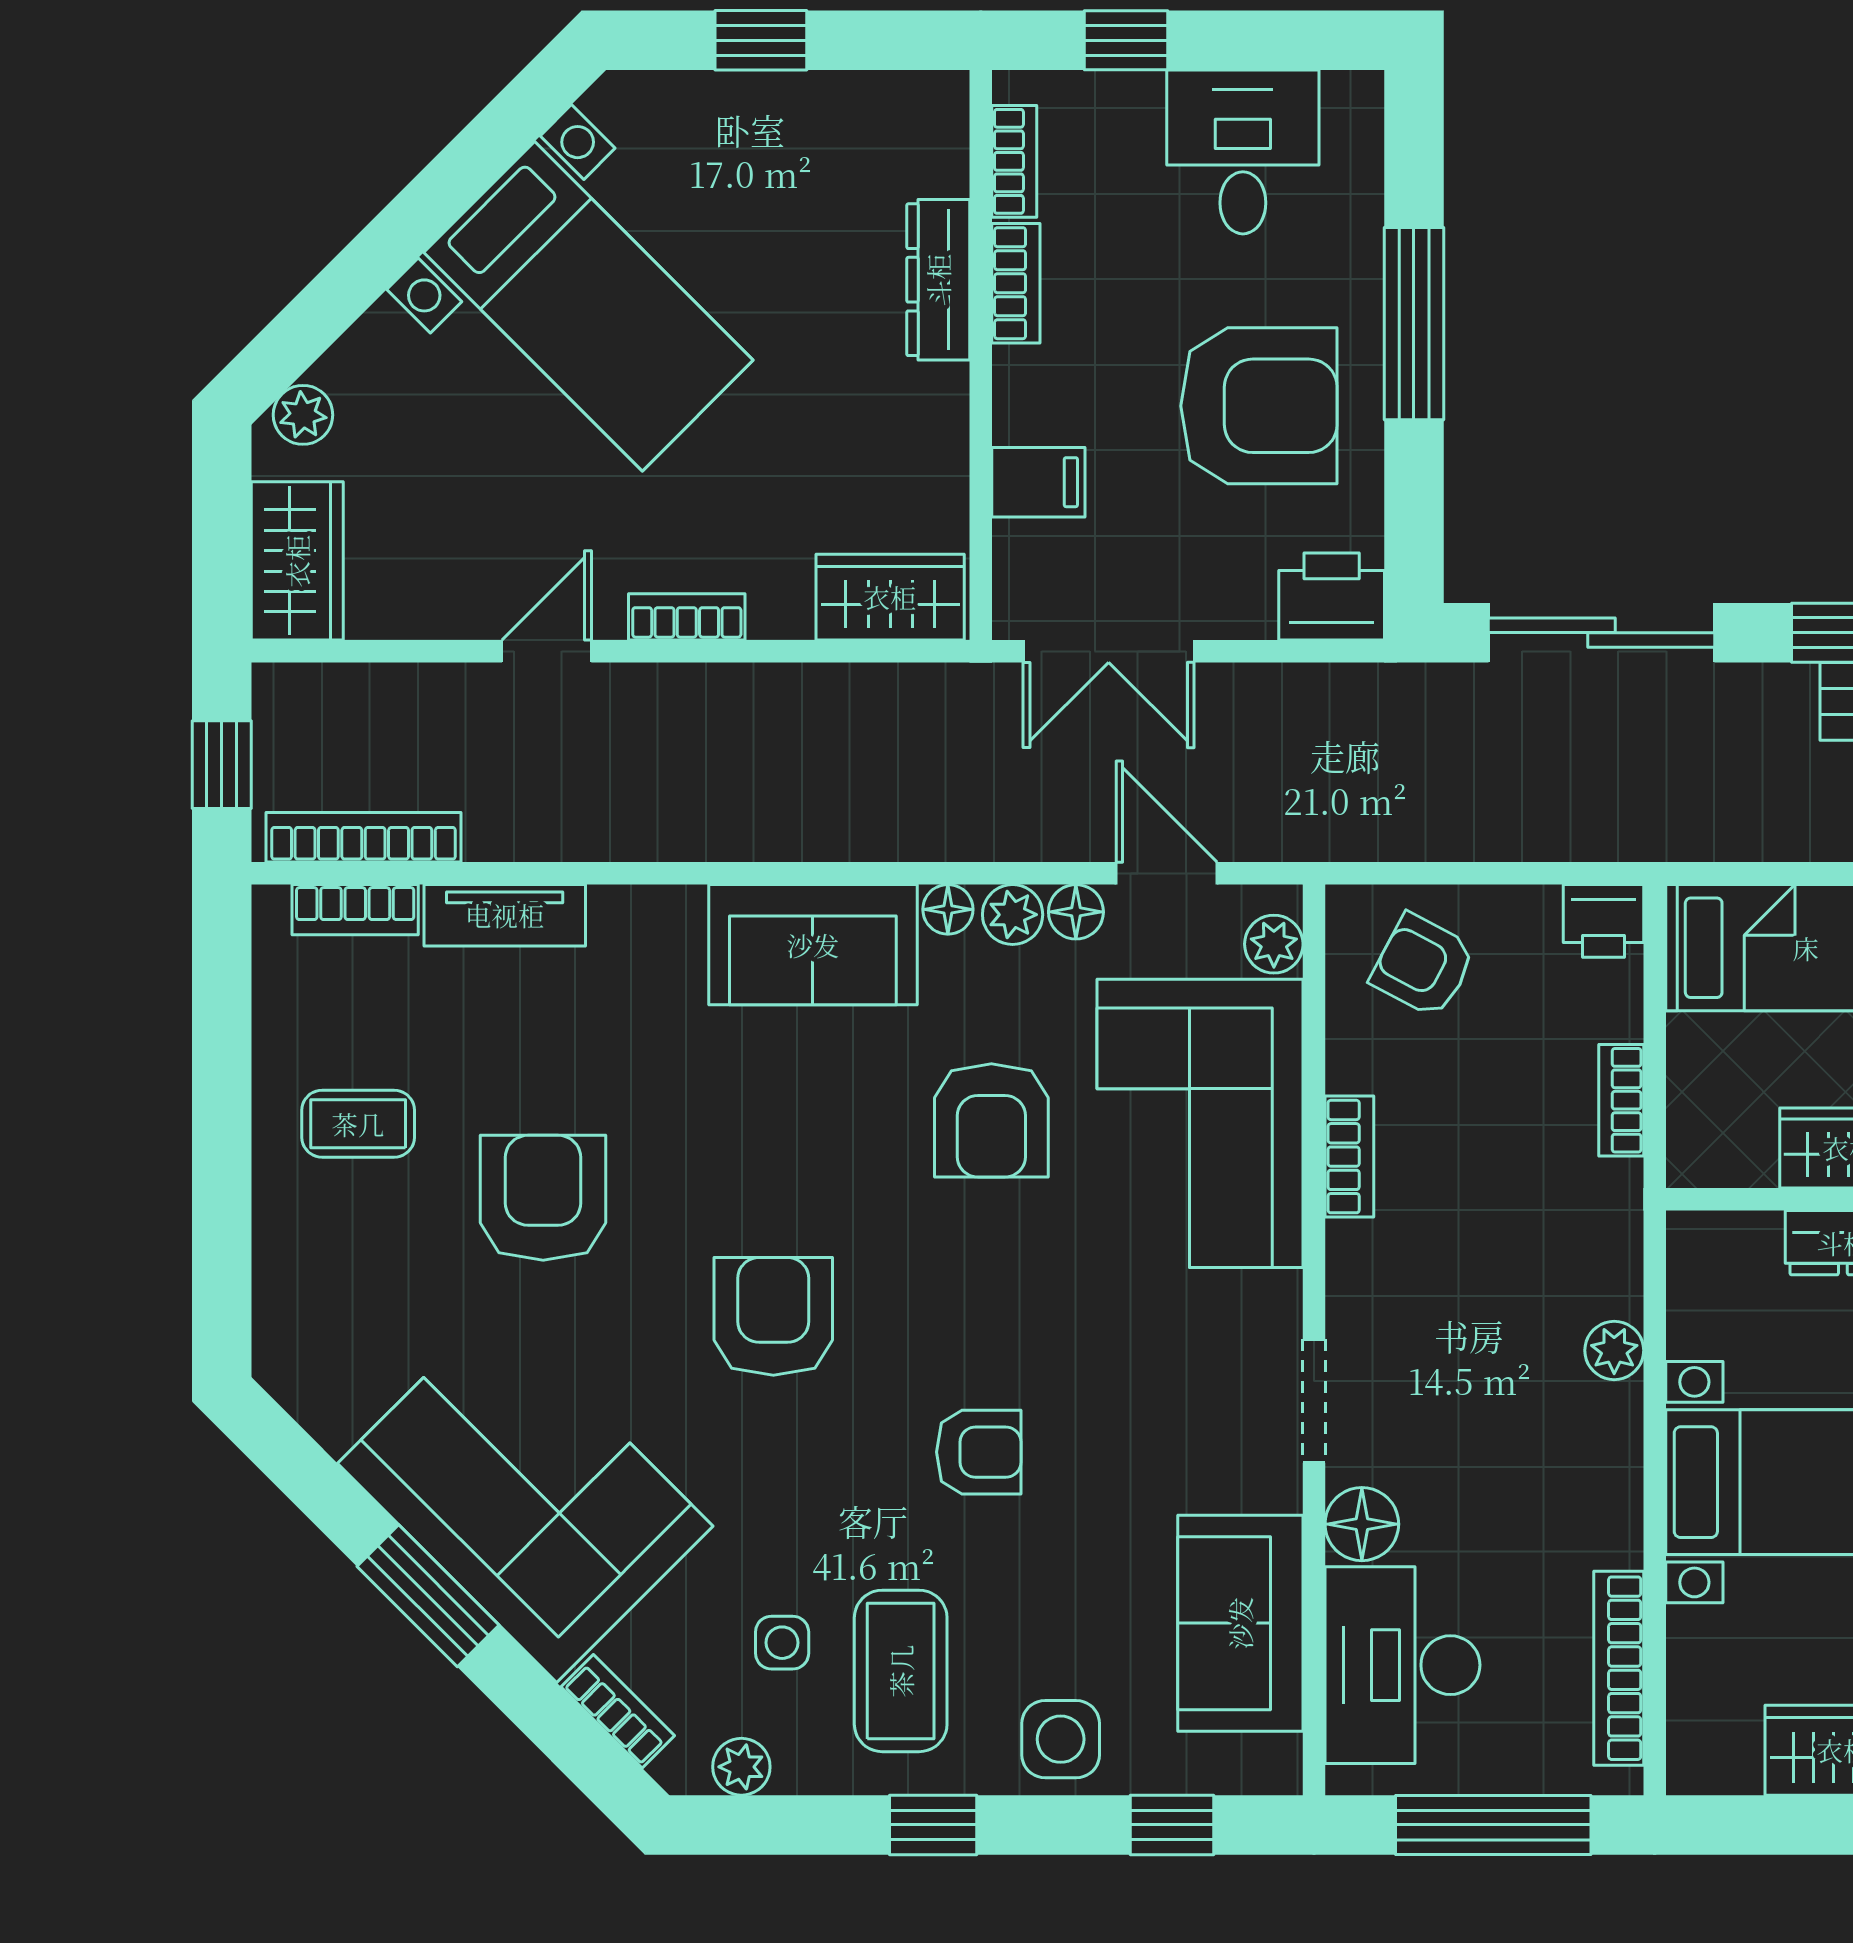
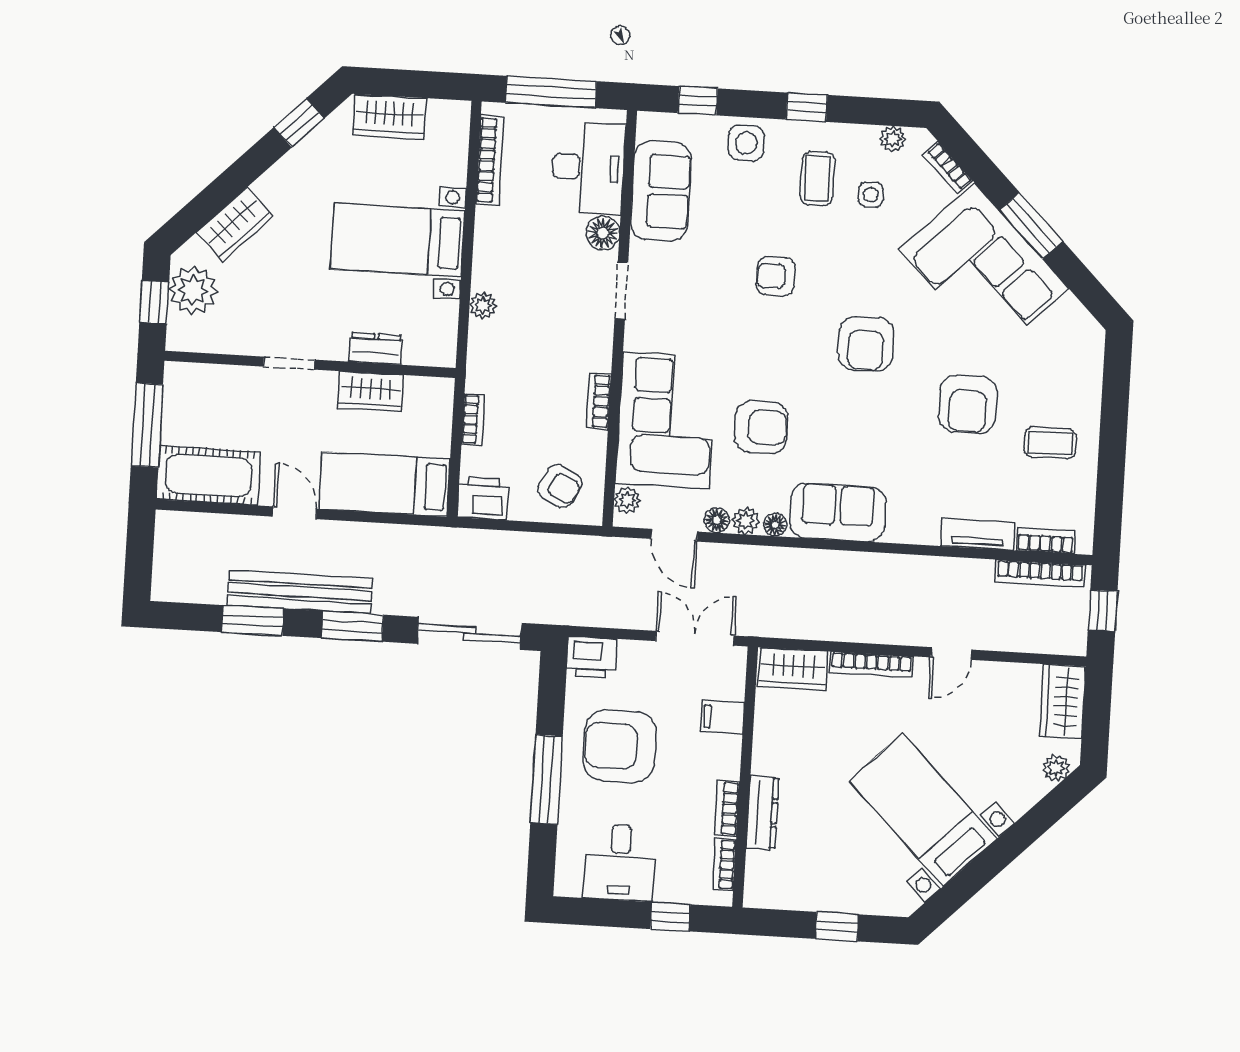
bookcase: (687, 617) -> (871, 665), width x1.56
printer: (1603, 921) -> (483, 498), width x1.36, depth x1.24
armchair: (991, 1120) -> (761, 427), turned 90
coffee table: (901, 1671) -> (817, 178), width x0.73, depth x0.77

